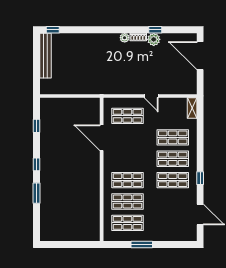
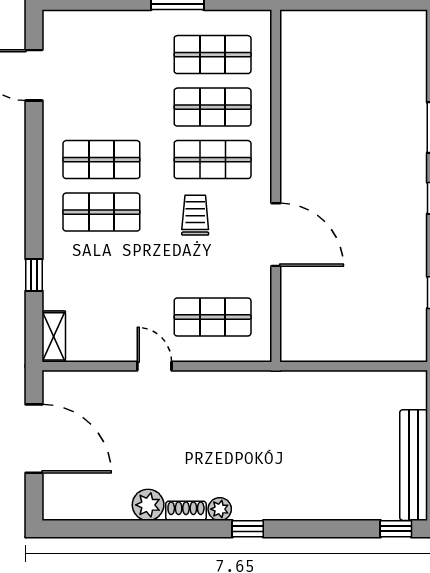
window: (155, 30) -> (248, 529), moved
door: (200, 56) -> (34, 439), moved
shop shelf: (173, 137) -> (101, 265), removed
door: (102, 138) -> (276, 235), moved
trolley: (134, 157) -> (195, 215), added
window: (200, 178) -> (34, 275), moved

